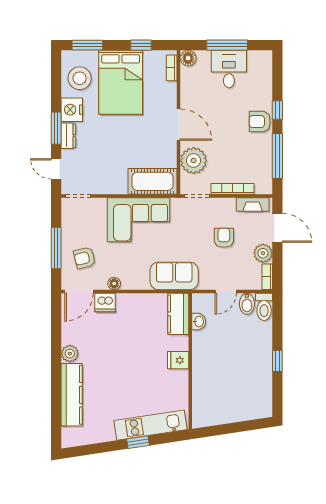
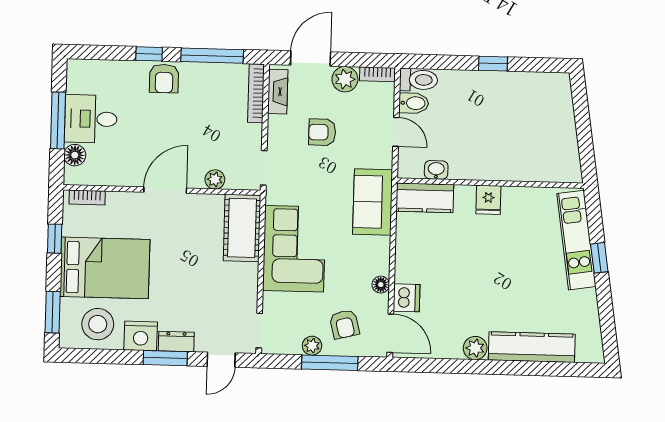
floor lamp: (188, 58) -> (75, 155), moved
plant: (194, 161) -> (215, 179), width x0.53, depth x0.53
bookcase: (233, 189) -> (256, 93), moved
plant: (68, 235) -> (312, 346), added

